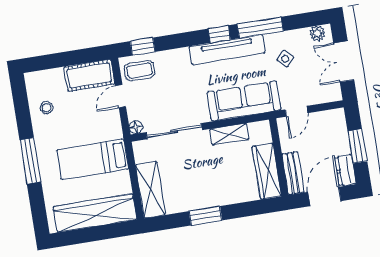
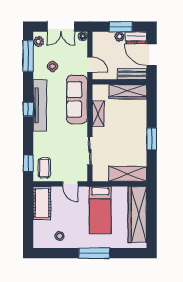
window: (260, 27) -> (28, 56), moved
door: (121, 96) -> (70, 184), moved
floor lamp: (136, 127) -> (83, 36), moved
sliding door: (174, 131) -> (90, 151), width x0.73
plant: (343, 147) -> (119, 37), added

